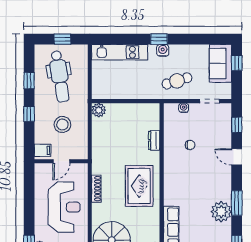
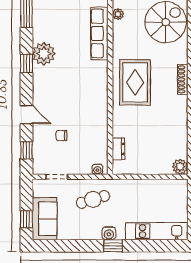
water cooler: (184, 108) -> (97, 169), moved
dresser: (154, 140) -> (118, 149), moved
chair: (190, 145) -> (62, 136), moved
window: (237, 203) -> (26, 63), width x0.67

